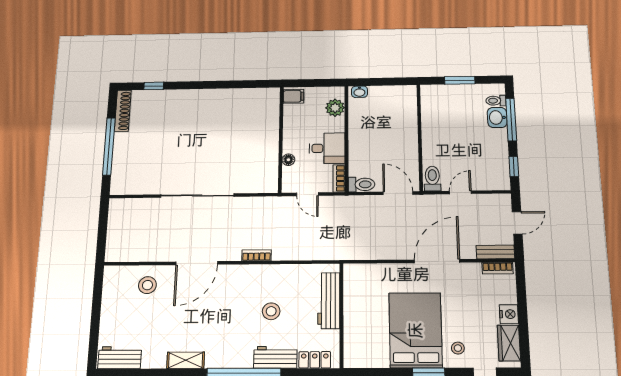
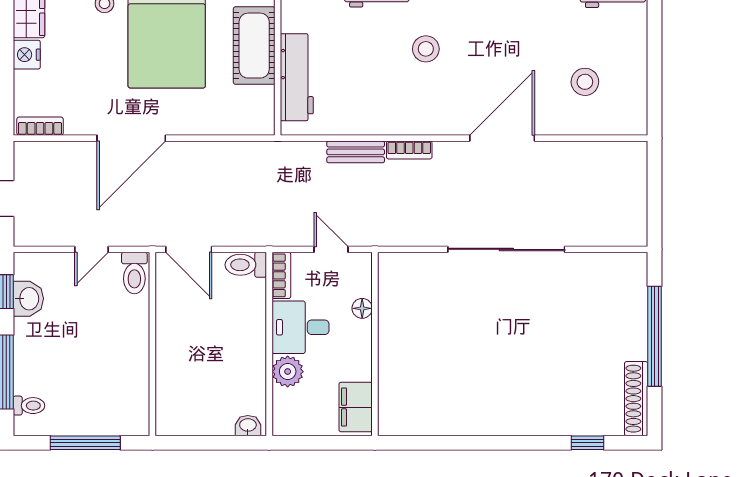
window: (460, 80) -> (85, 443), width x1.44
filing cabinet: (293, 96) -> (356, 407), width x2.00
plant: (335, 108) -> (288, 372), moved
washbasin: (497, 117) -> (28, 299), moved
bench: (495, 252) -> (356, 152), moved
stool: (147, 285) -> (585, 82), moved
stool: (271, 311) -> (426, 49), moved
cot: (357, 321) -> (254, 46), added

